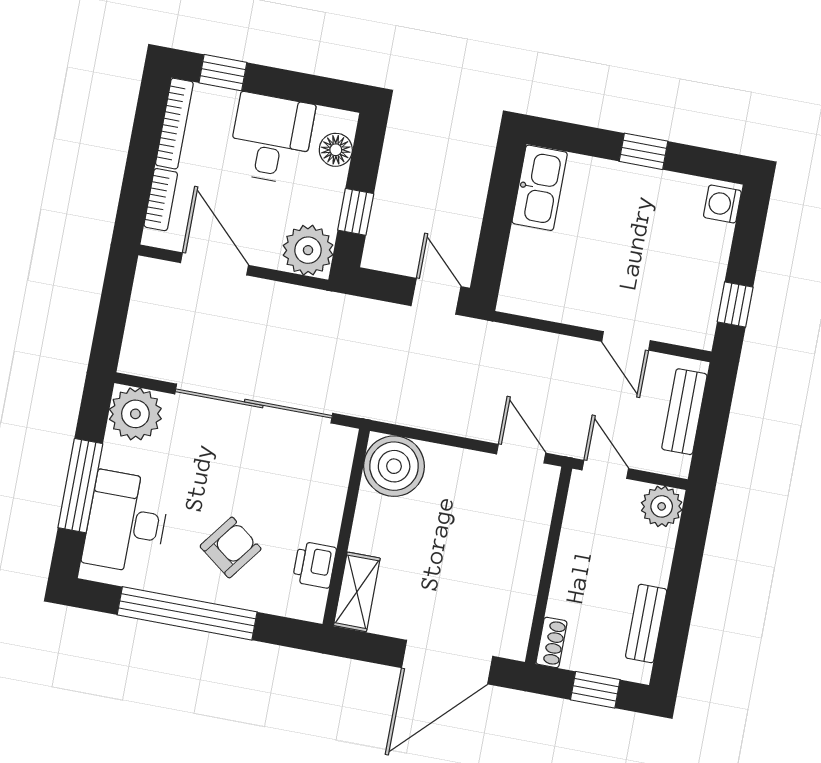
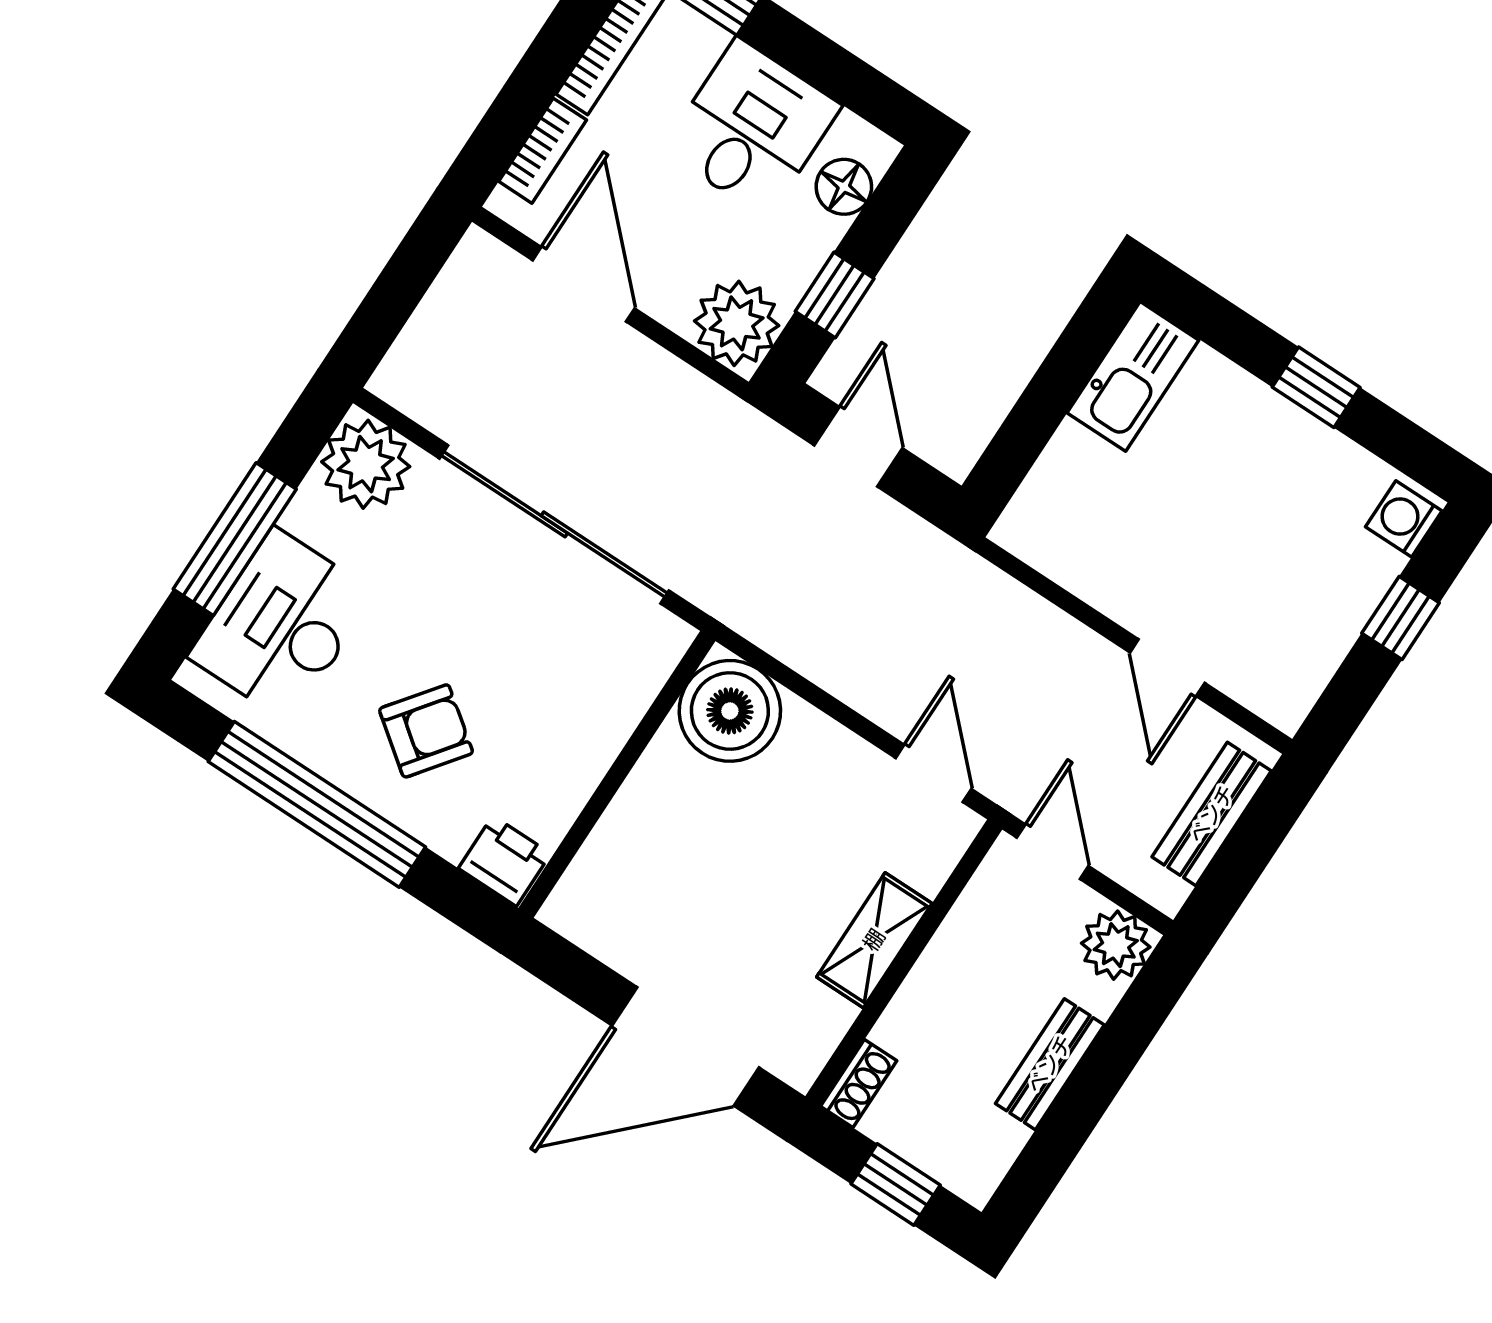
door: (436, 296) -> (858, 447), moved
window: (735, 304) -> (1401, 618), moved
printer: (314, 565) -> (505, 861), moved, turned 90
shelving: (357, 592) -> (874, 940), moved
bench: (646, 623) -> (1050, 1064), moved

